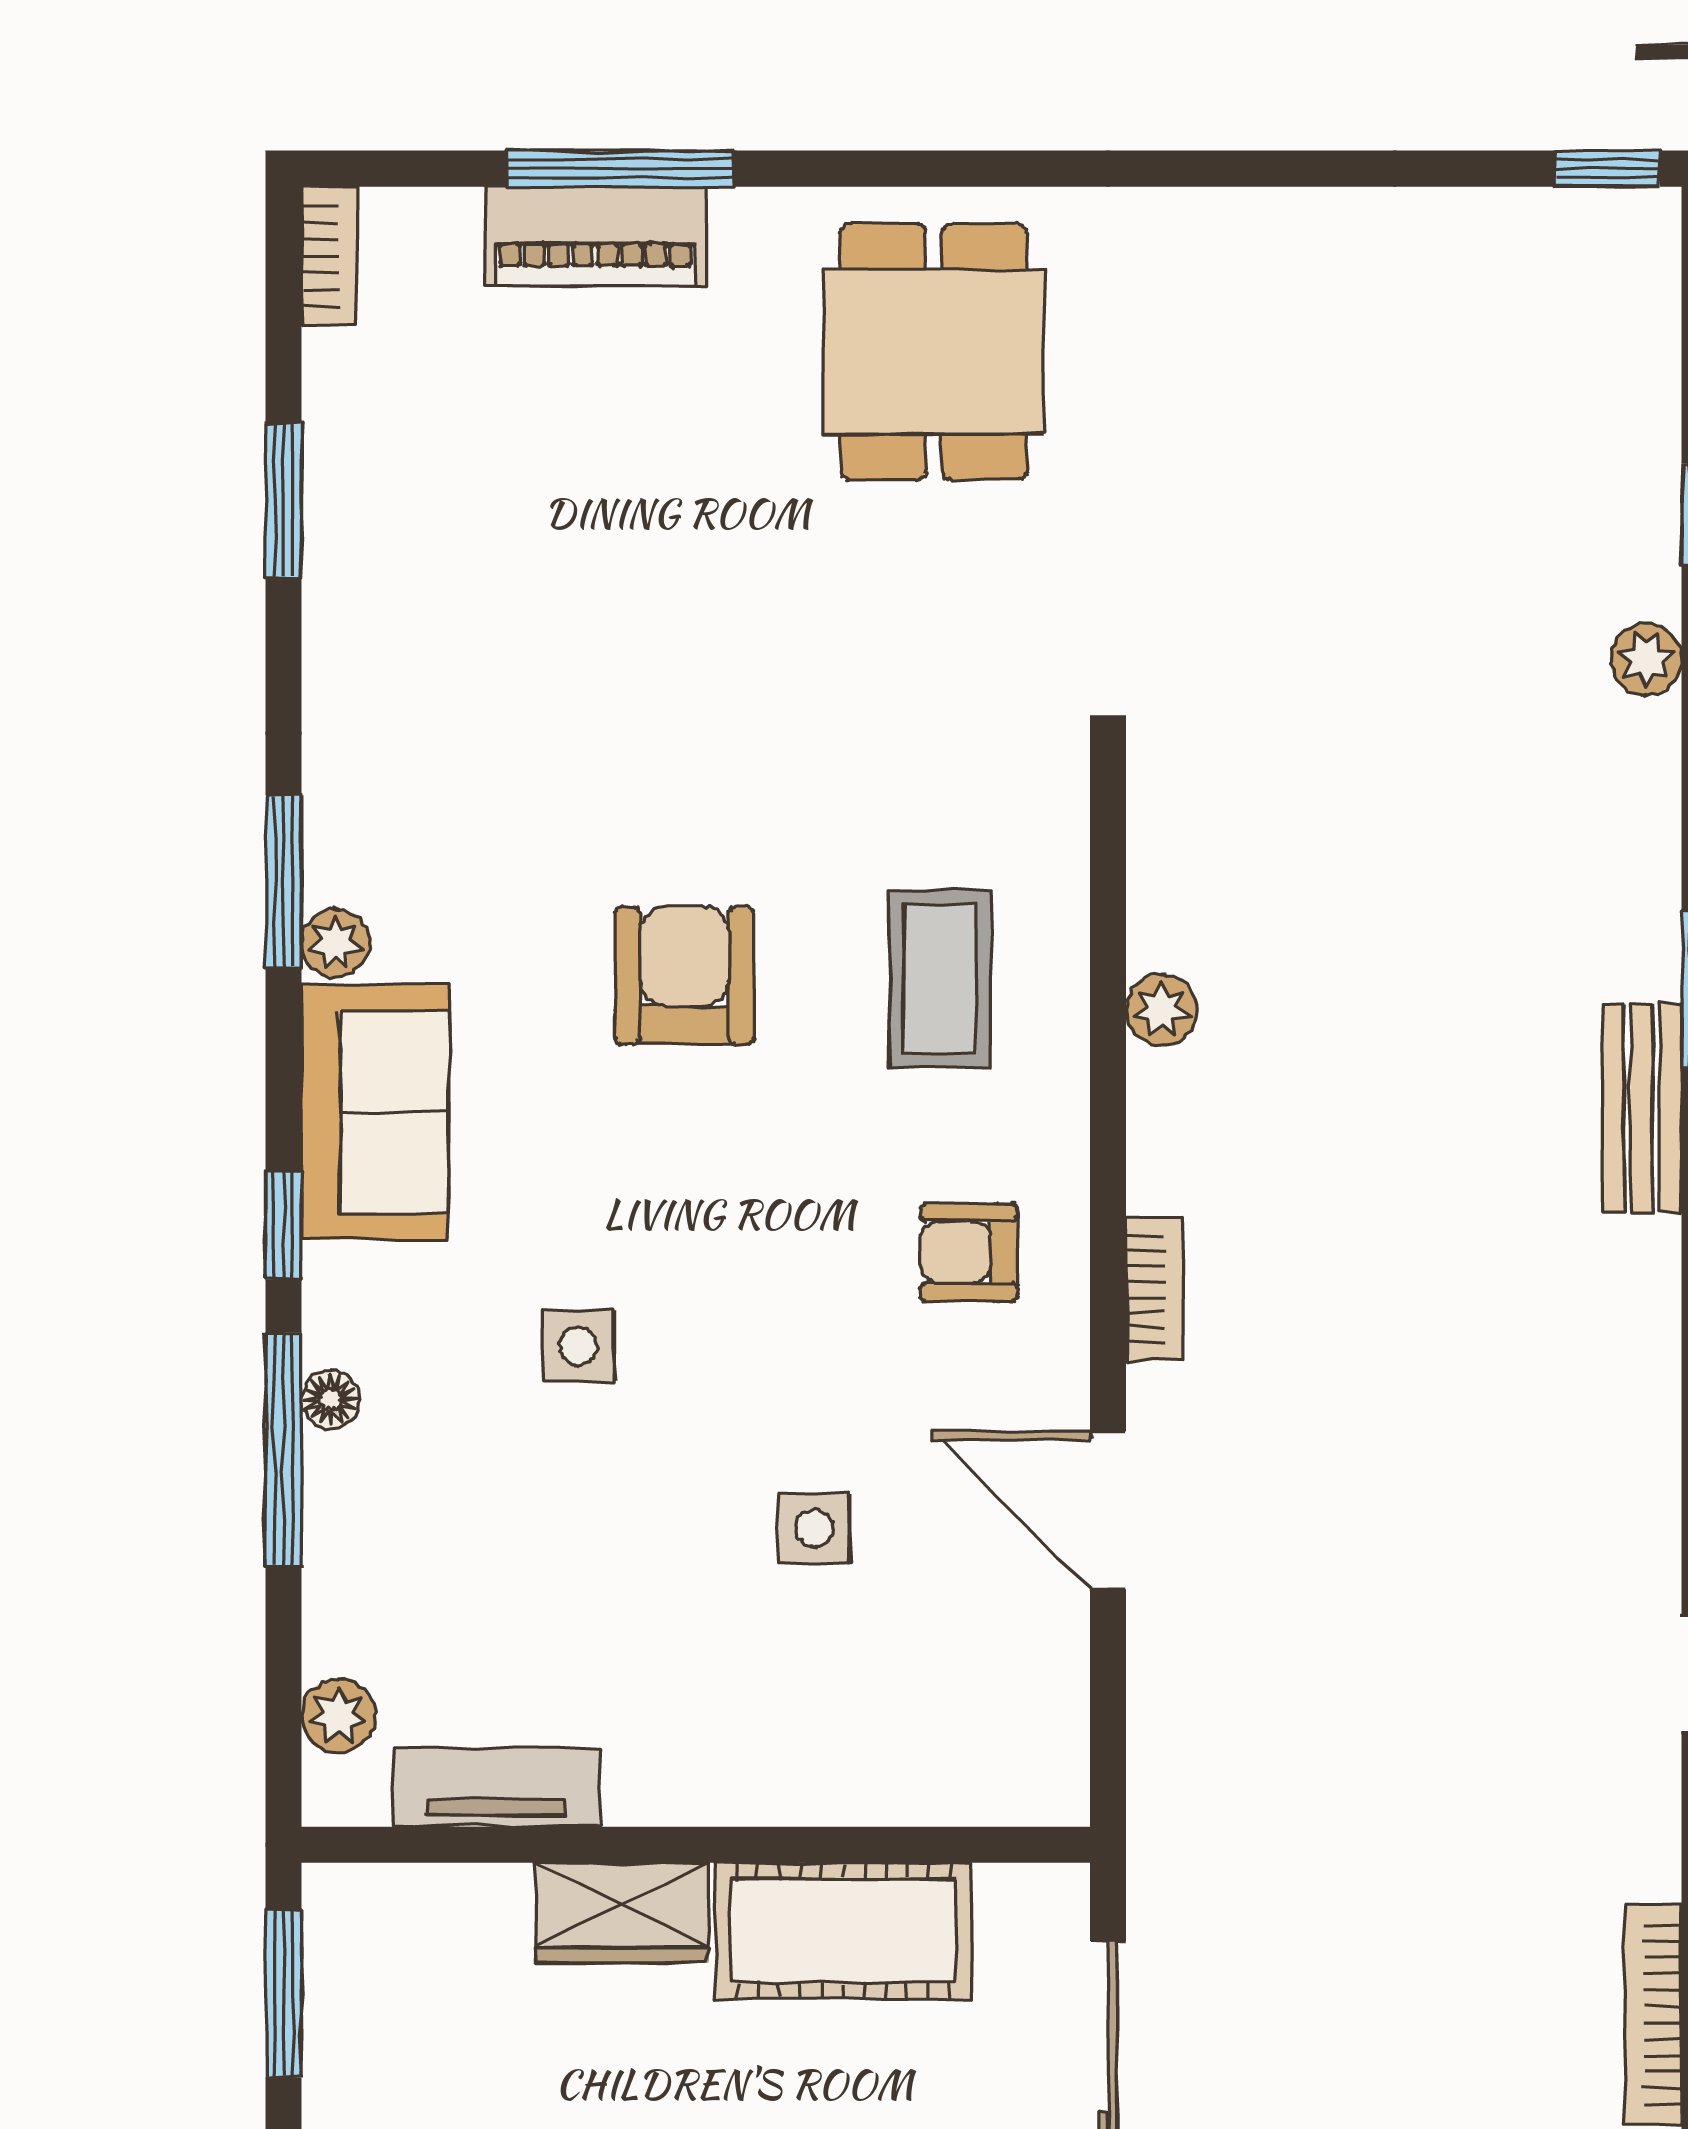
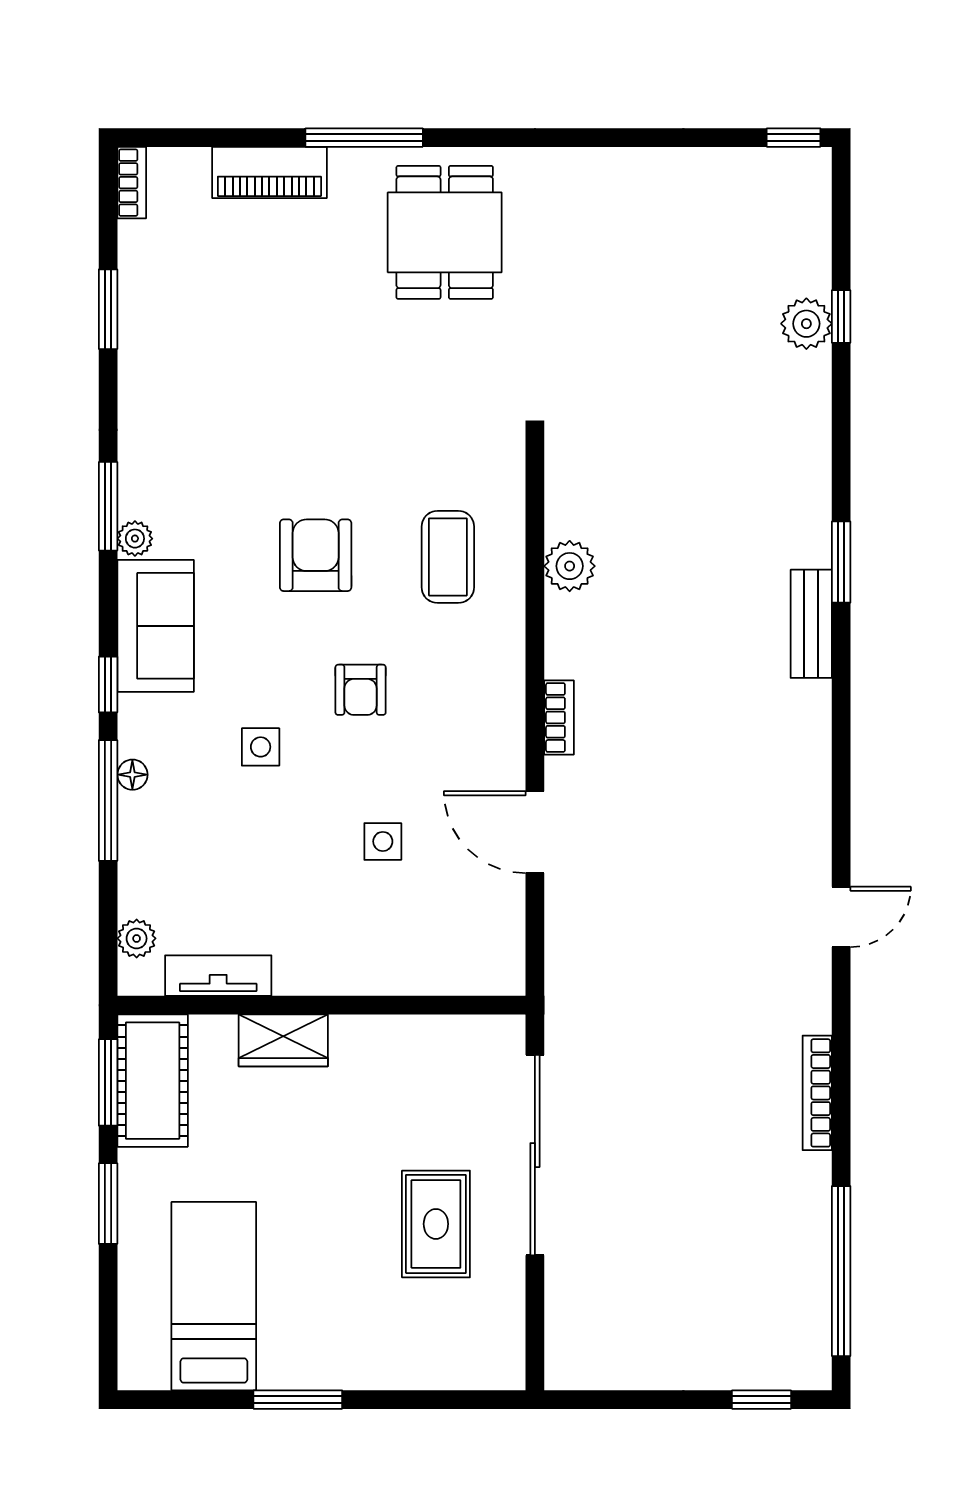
window: (620, 169) -> (364, 138), moved
plant: (1646, 659) -> (806, 324), moved, width x1.38, depth x1.38
plant: (1162, 1010) -> (570, 566), width x1.38, depth x1.38
armchair: (969, 1252) -> (361, 690), moved, turned -90
cot: (843, 1931) -> (153, 1081), moved, turned 90

